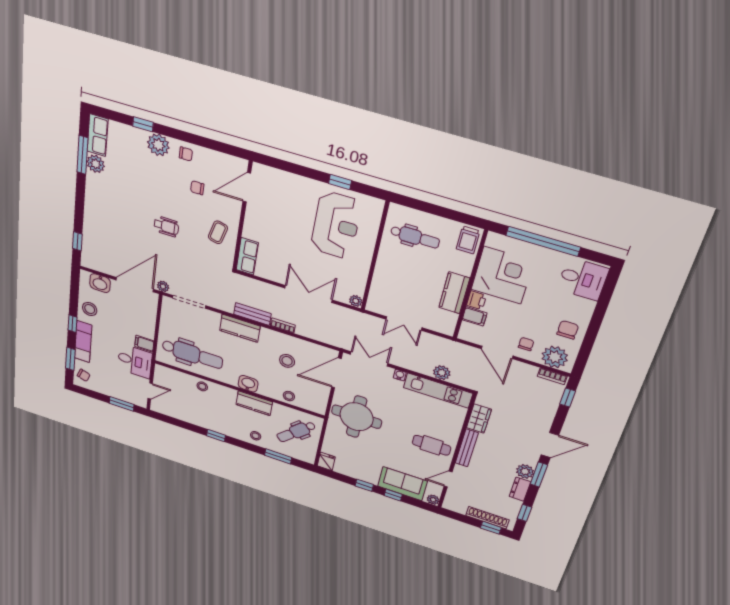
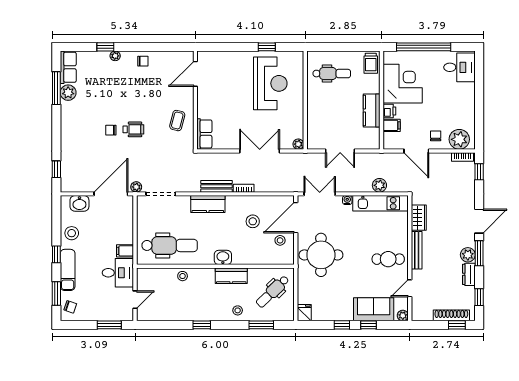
plant: (158, 145) -> (115, 56), width x0.53, depth x0.53
chair: (197, 188) -> (111, 130), moved
chair: (568, 330) -> (462, 113), removed
stool: (289, 396) -> (280, 240), moved

